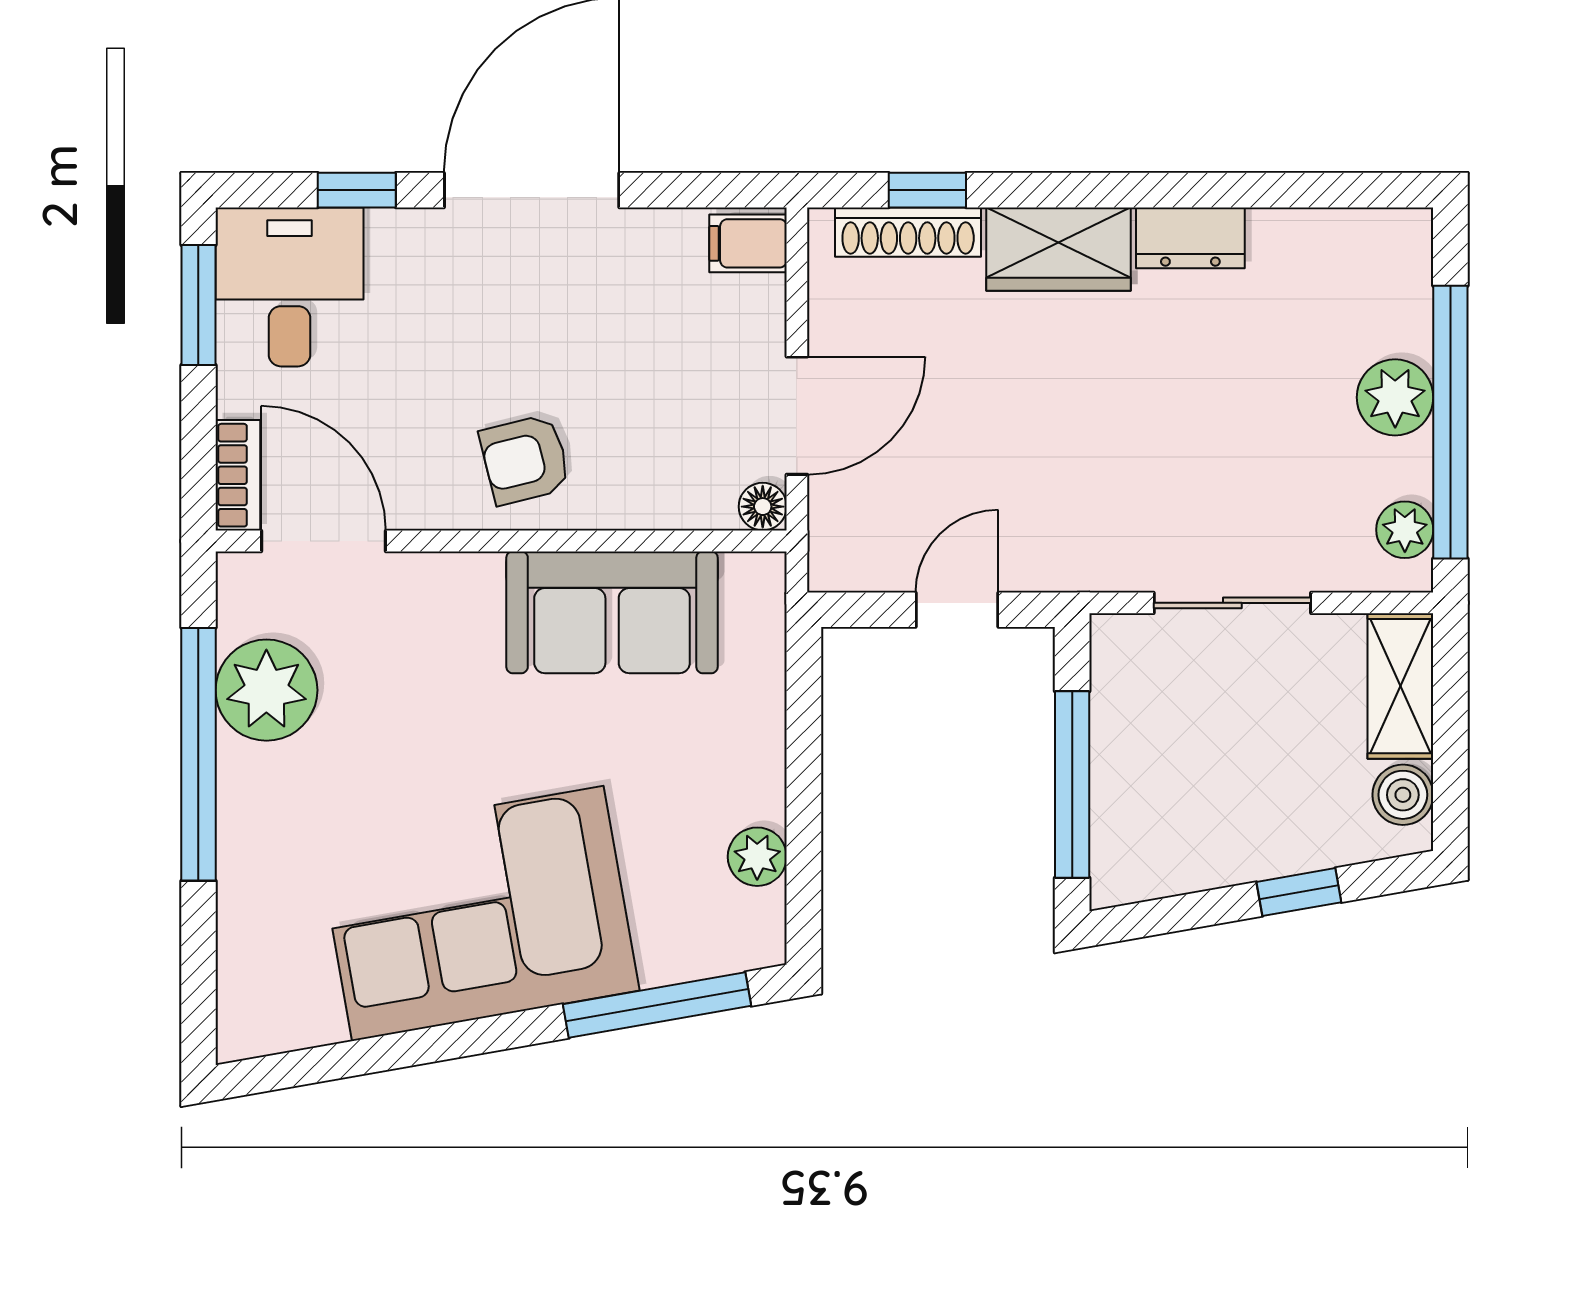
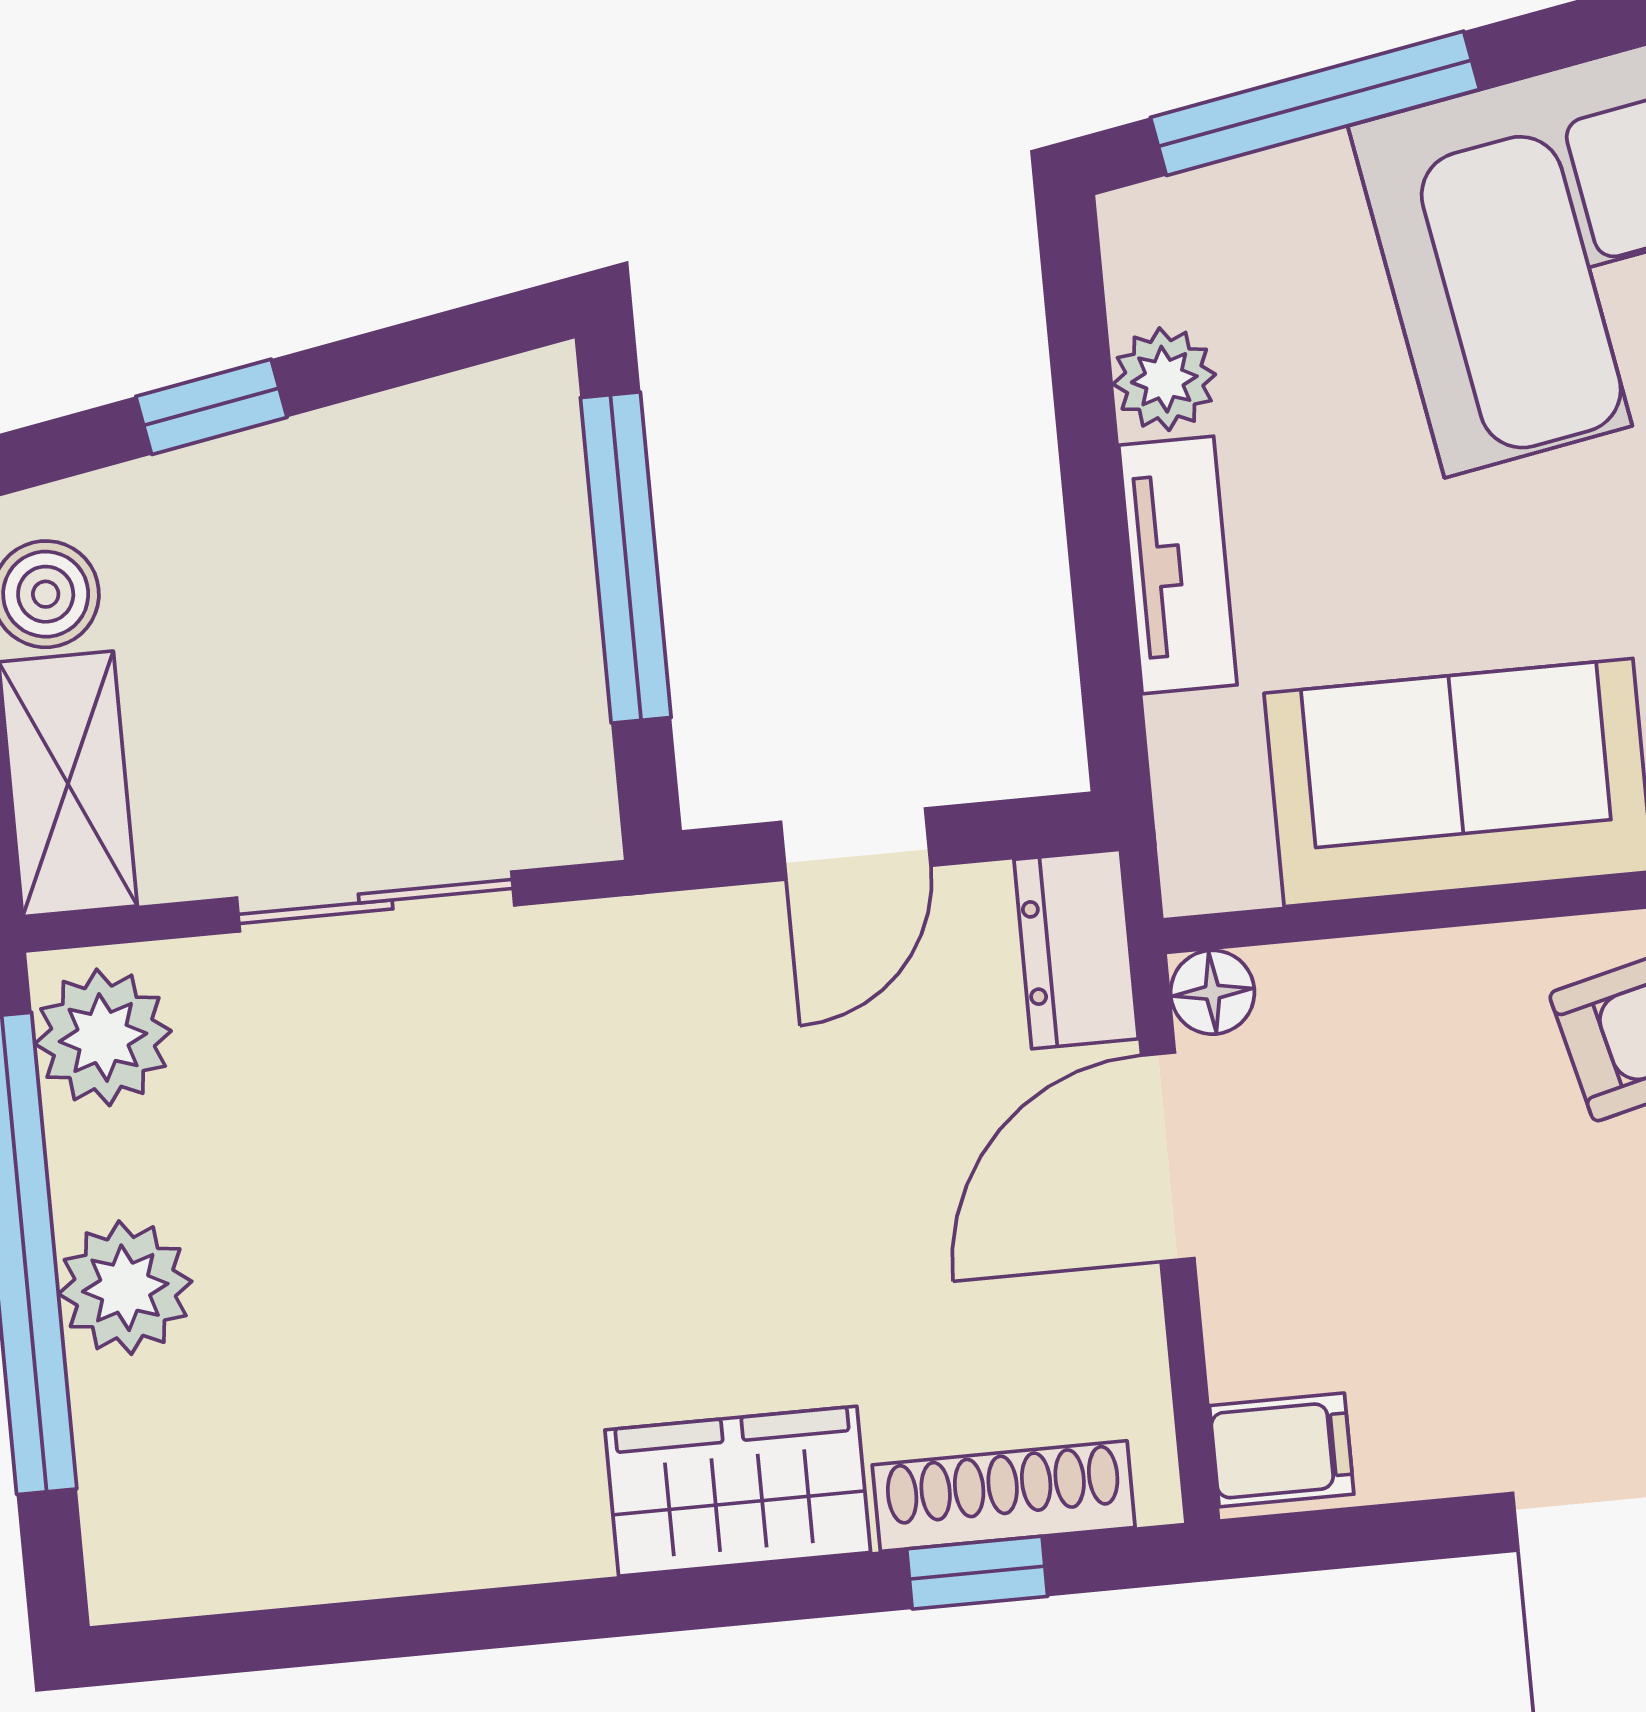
dresser: (1190, 238) -> (1076, 949), moved, turned -90
plant: (1405, 530) -> (103, 1037), width x1.38, depth x1.38
tv unit: (759, 751) -> (1178, 565), added

